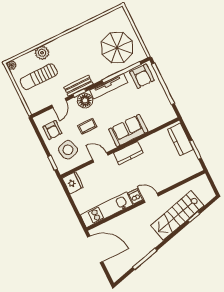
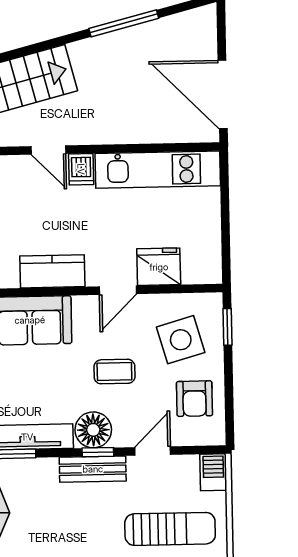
barbecue: (32, 106) -> (213, 472), added
armchair: (52, 130) -> (194, 399), turned 180
door: (100, 157) -> (118, 290), hinge flipped
fridge: (73, 183) -> (159, 267), moved, turned 90

